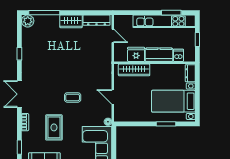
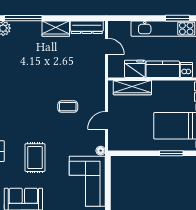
coffee table: (73, 97) -> (68, 107), moved
door: (113, 97) -> (107, 120), hinge flipped

